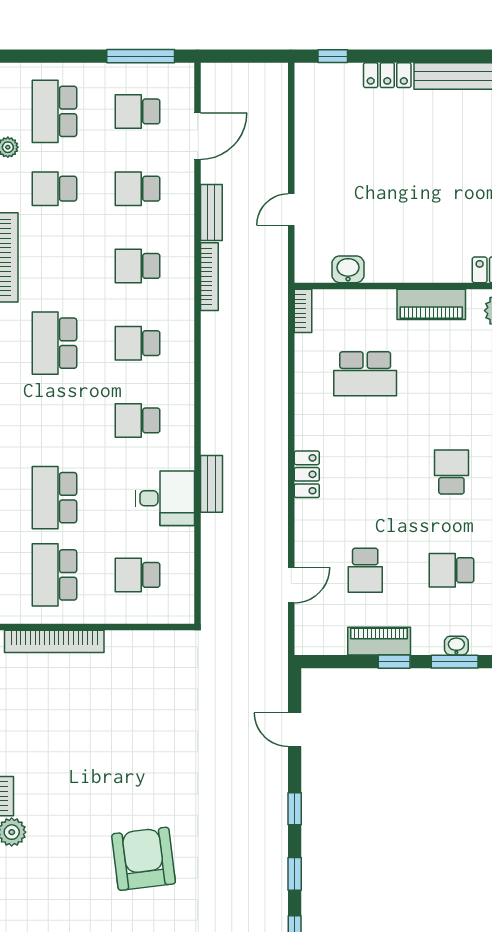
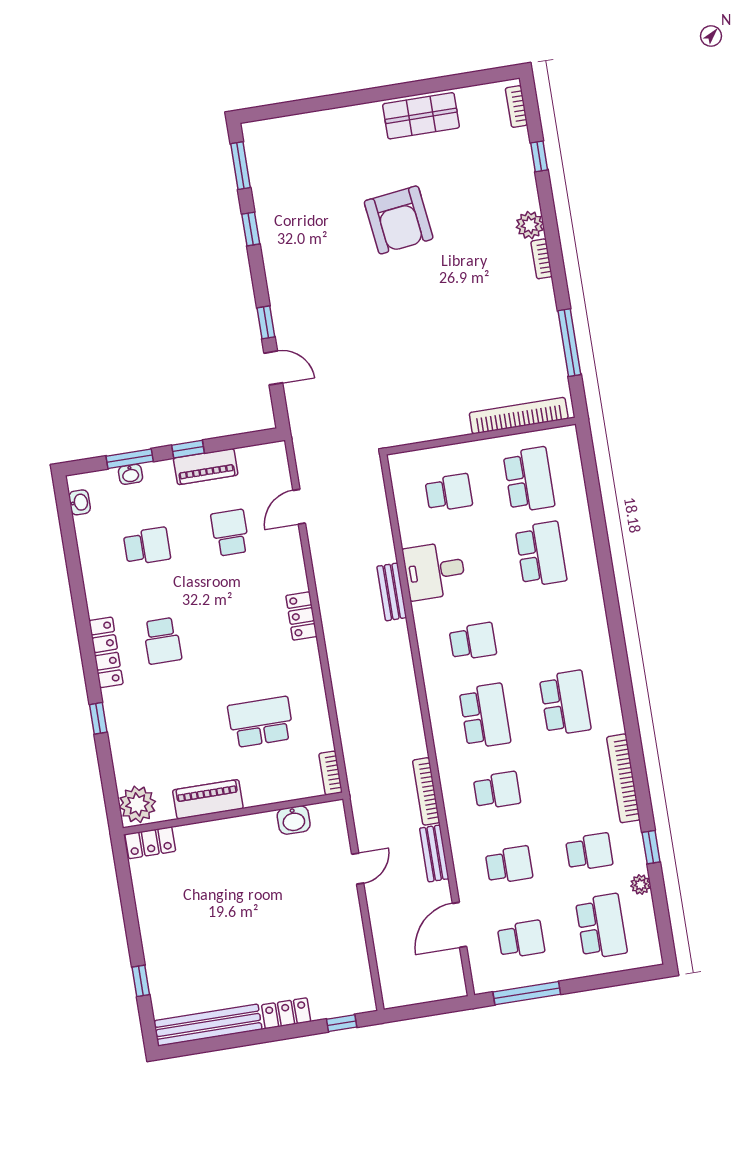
school desk: (138, 343) -> (485, 716), width x1.85
window: (295, 809) -> (266, 322), moved

